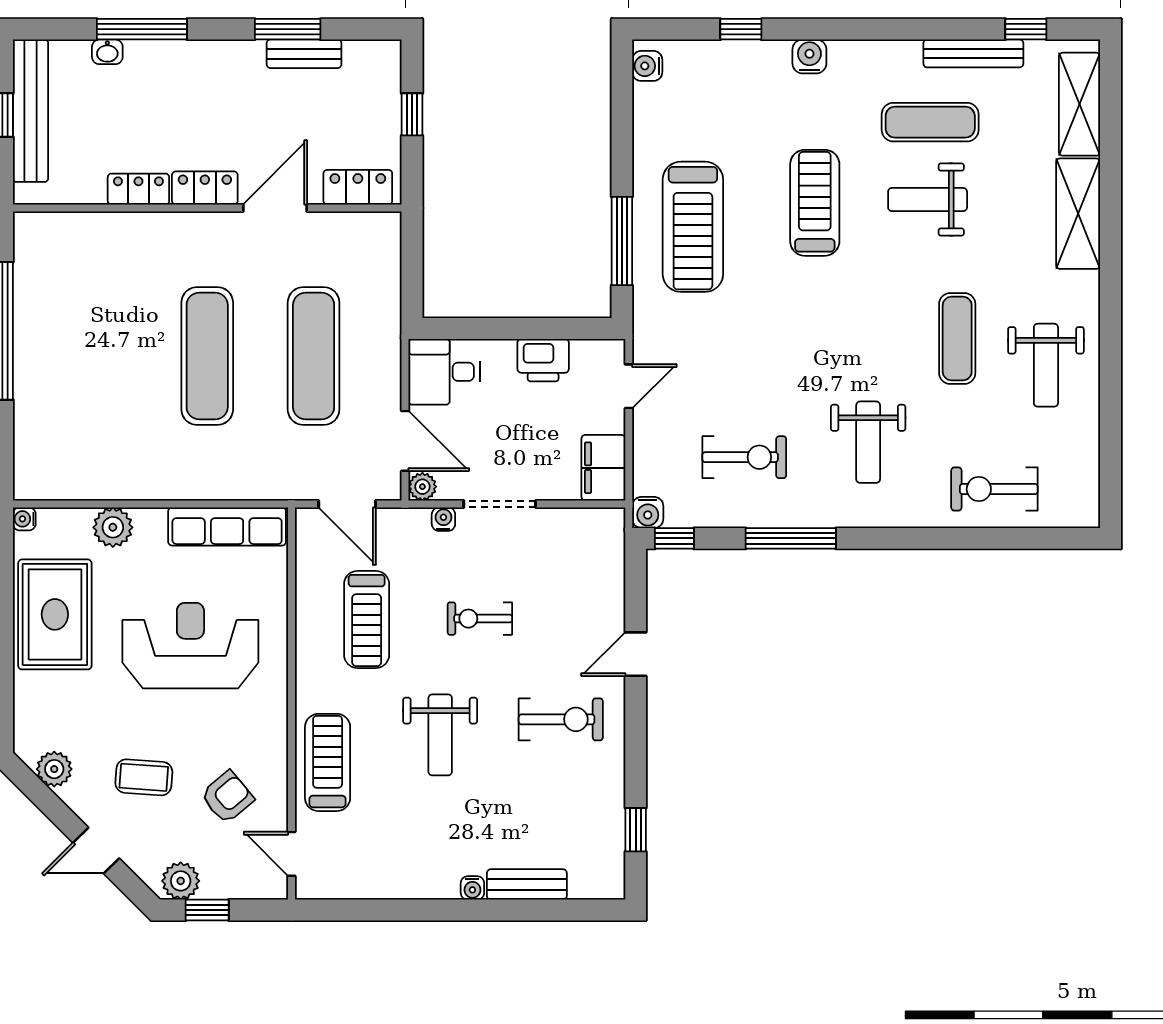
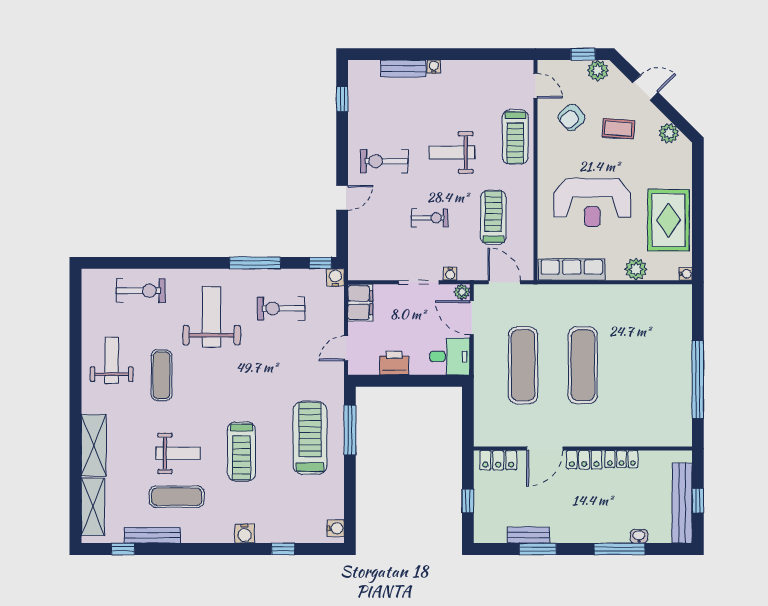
weight bench: (868, 442) -> (212, 317), width x1.36, depth x1.33
weight bench: (440, 735) -> (452, 153), turned -90

